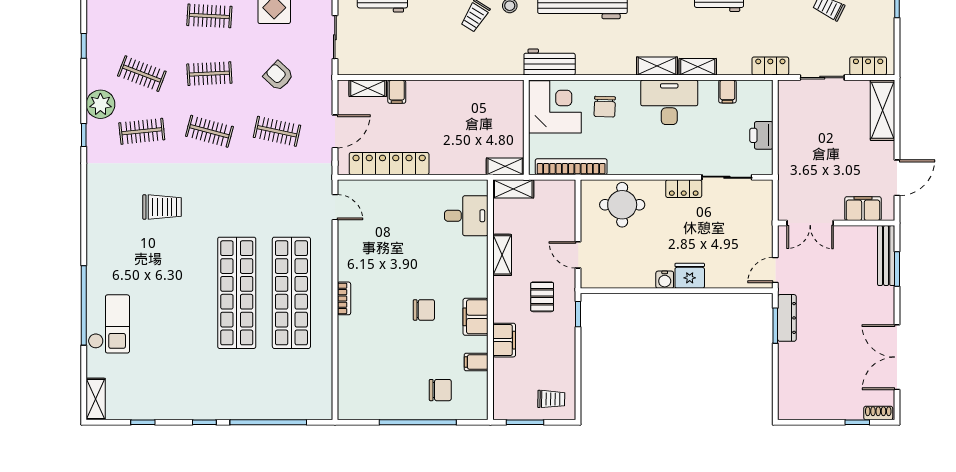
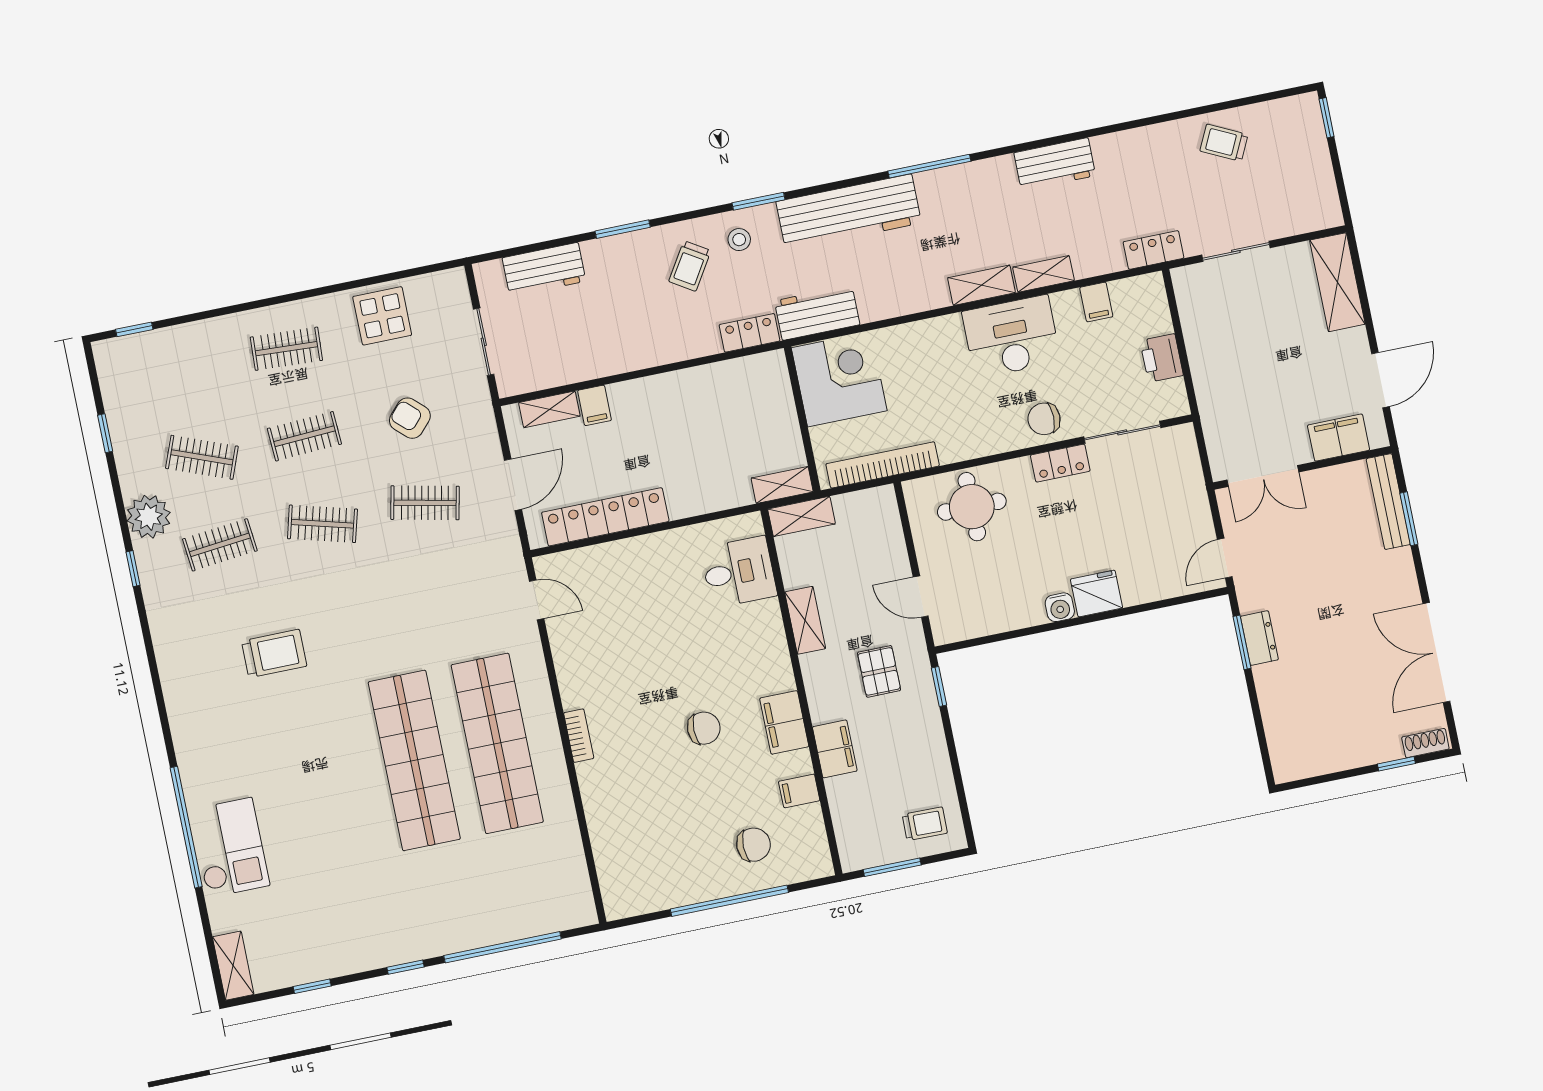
locker: (868, 66) -> (750, 333), moved
chair: (605, 107) -> (1044, 419), moved, turned 88
dresser: (787, 318) -> (1259, 638), width x0.70

